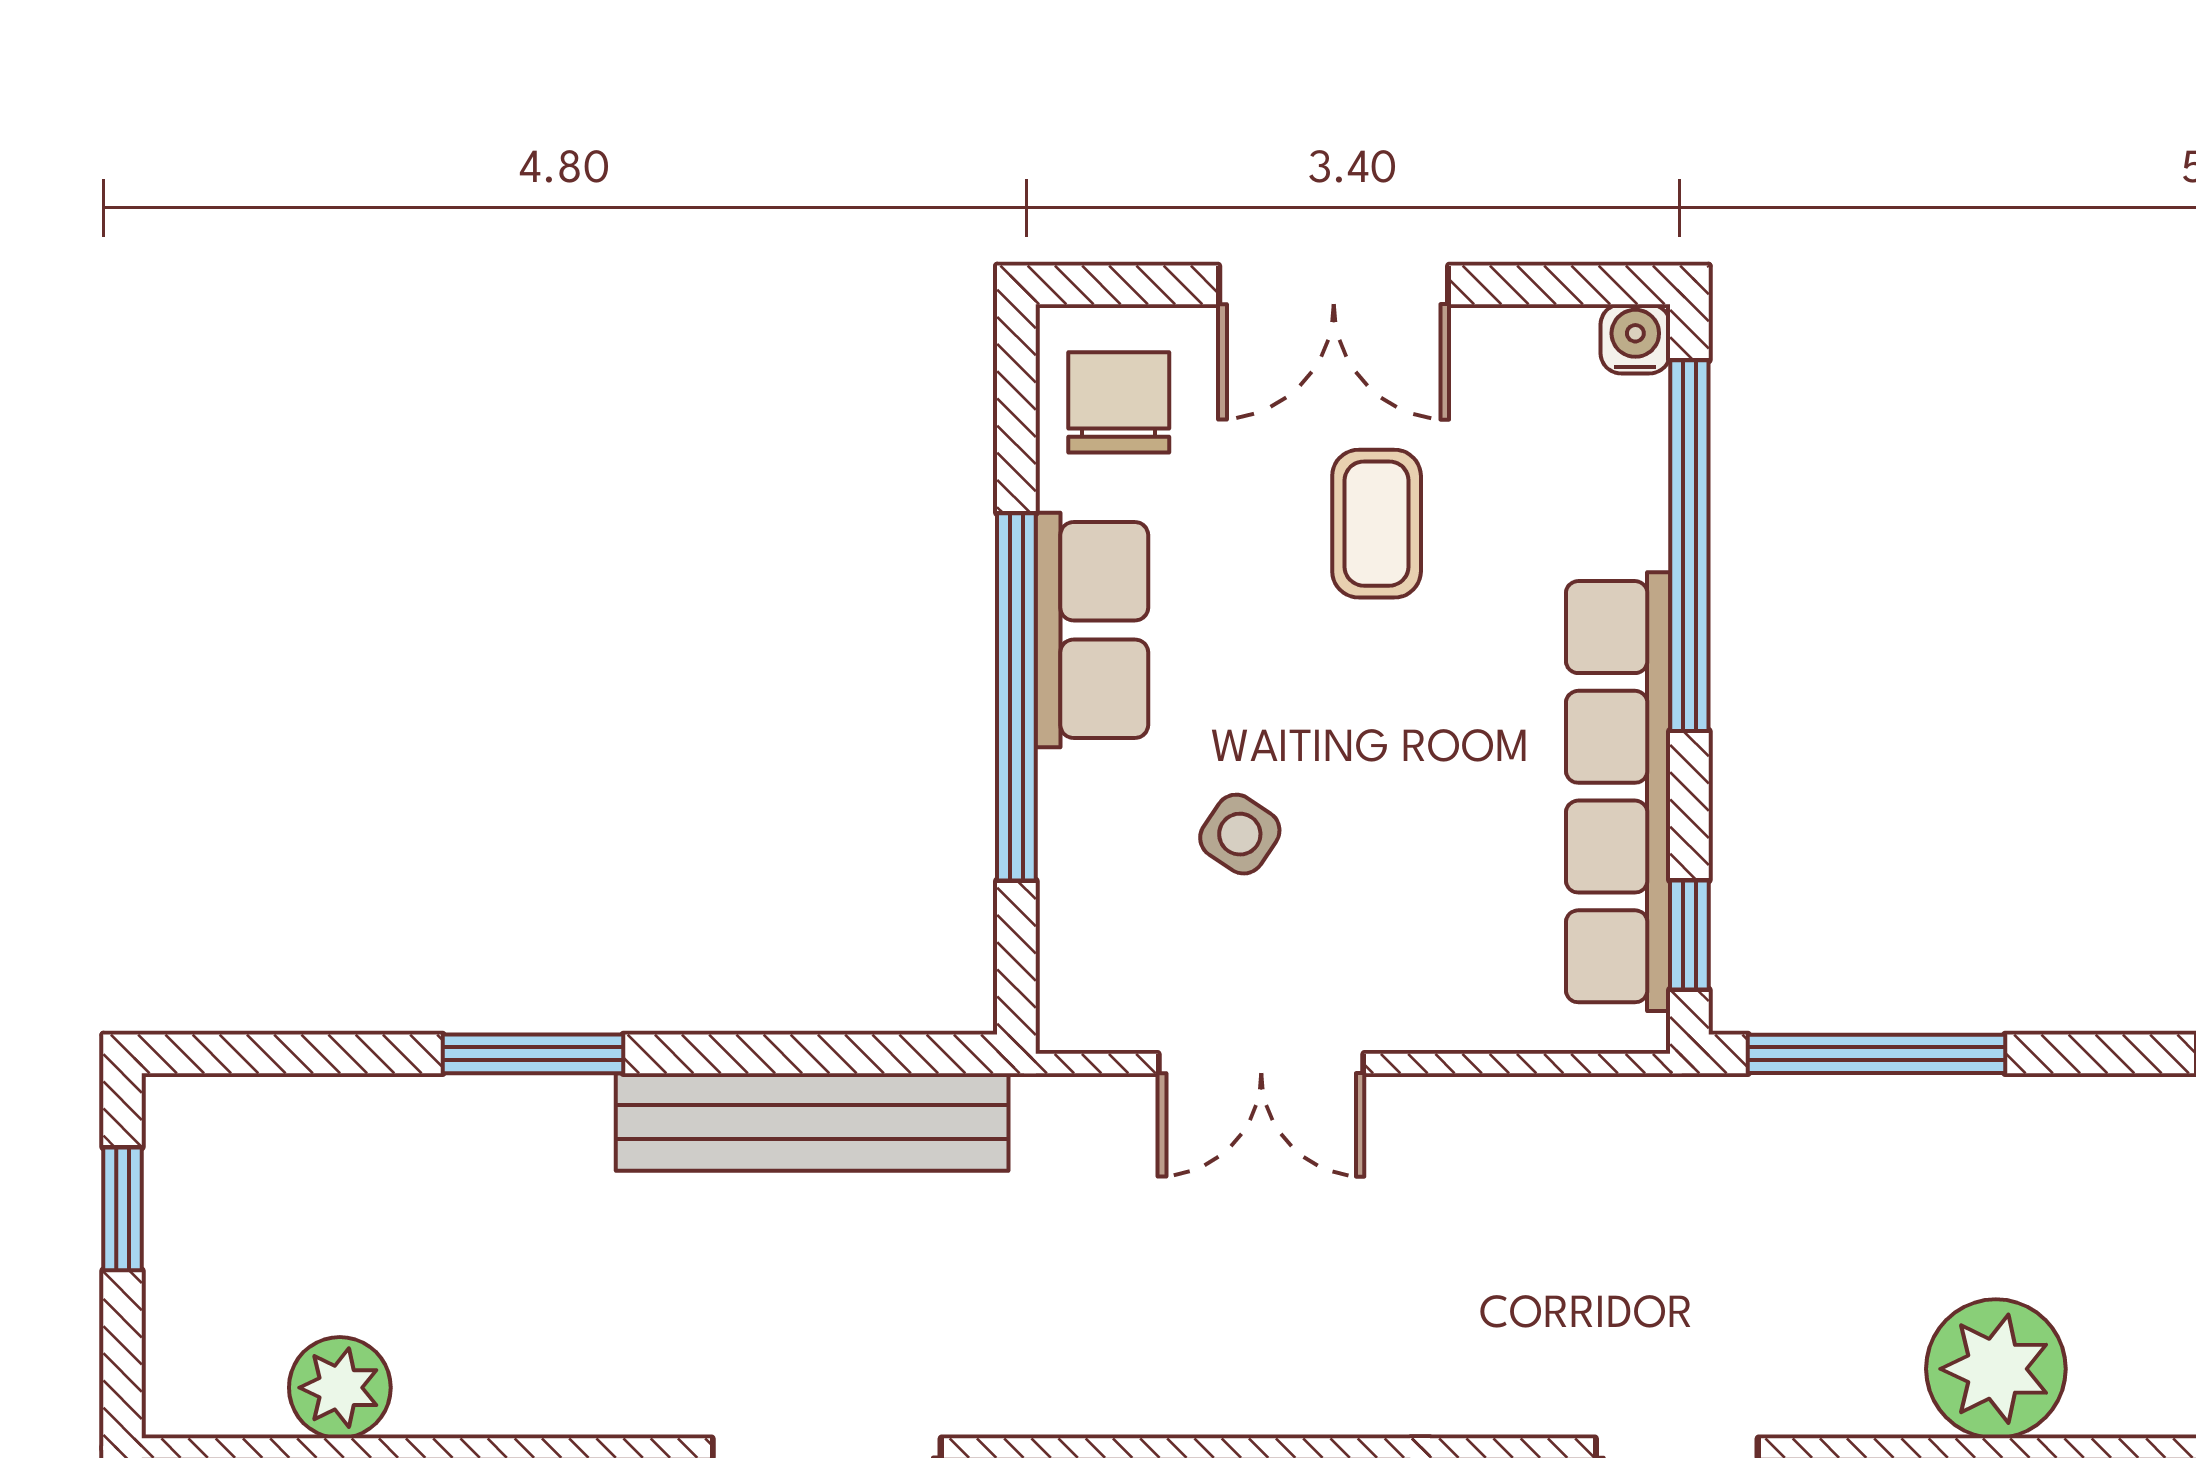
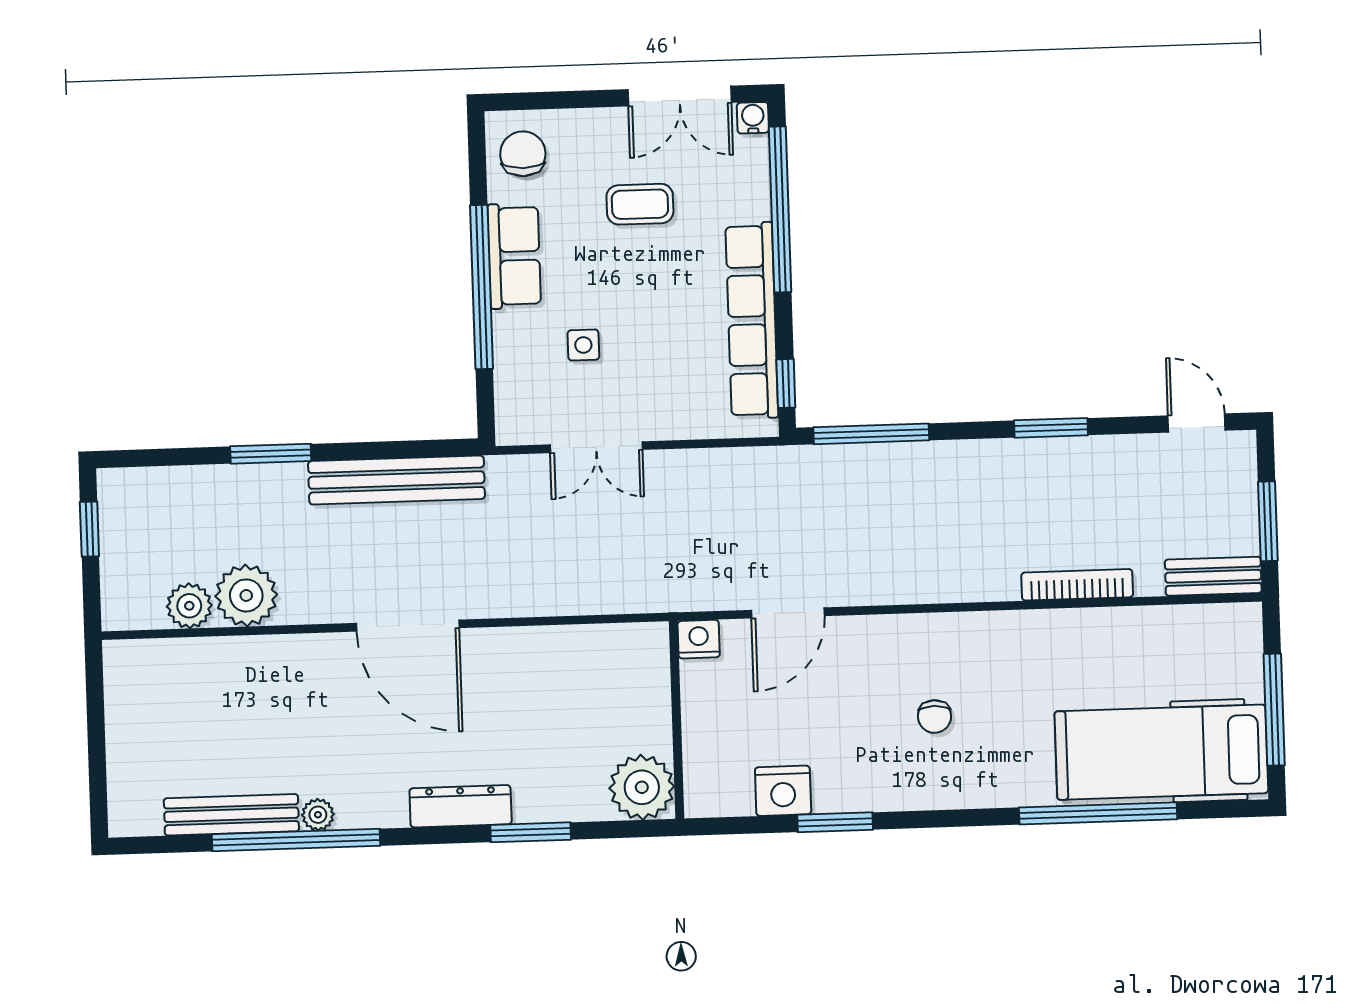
double door: (1334, 285) -> (680, 96), moved
coffee table: (1377, 524) -> (640, 204), turned 90
side table: (1240, 834) -> (583, 345), turned -34
plant: (1996, 1369) -> (246, 595), moved

